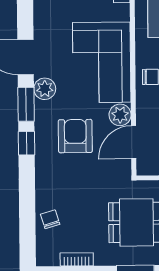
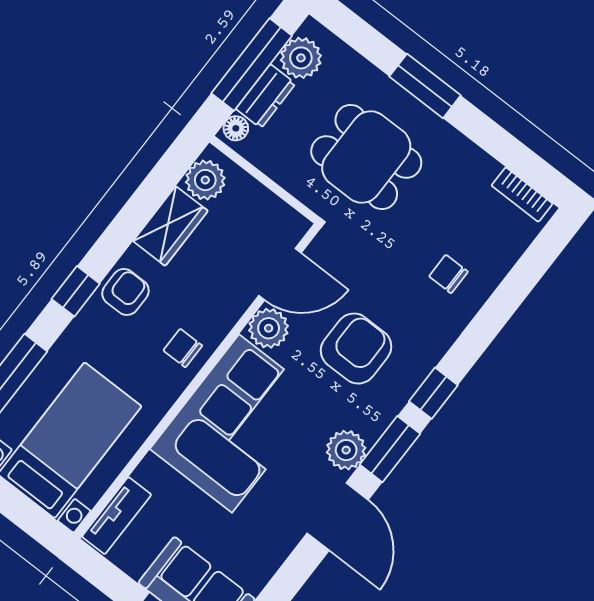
armchair: (75, 136) -> (356, 349), turned 180
chair: (50, 219) -> (448, 274), moved, turned 107
bookcase: (77, 259) -> (522, 195), moved

